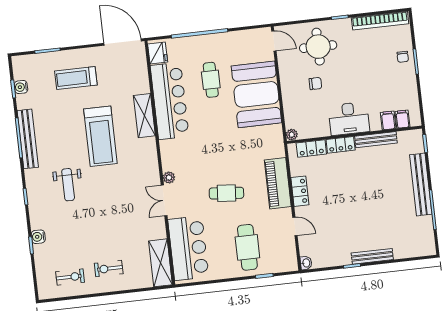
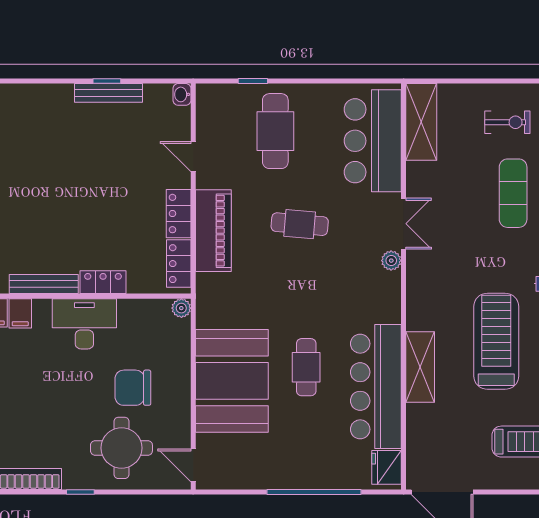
cafe table: (211, 80) -> (306, 367), moved
chair: (315, 84) -> (133, 388), width x1.87, depth x1.87
locker: (311, 148) -> (179, 264), moved, turned -90
exercise mat: (100, 226) -> (513, 193), added
bench: (372, 256) -> (108, 93), moved

